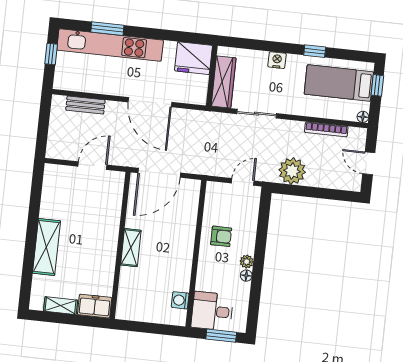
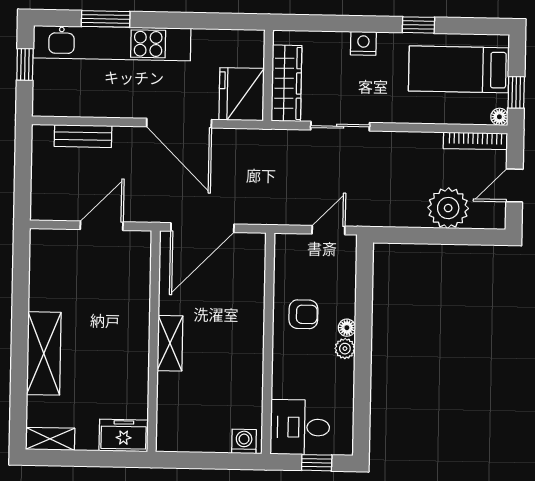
fridge: (194, 58) -> (242, 94), moved, turned 90
window: (377, 85) -> (516, 92), moved
bookcase: (326, 129) -> (475, 141), moved
door: (369, 163) -> (514, 185), hinge flipped
plant: (292, 171) -> (448, 208), moved
floor lamp: (246, 276) -> (347, 328), moved
washing machine: (180, 300) -> (244, 441), moved, turned 90
shelving: (61, 306) -> (50, 439), moved
window: (221, 336) -> (317, 463), width x0.67

